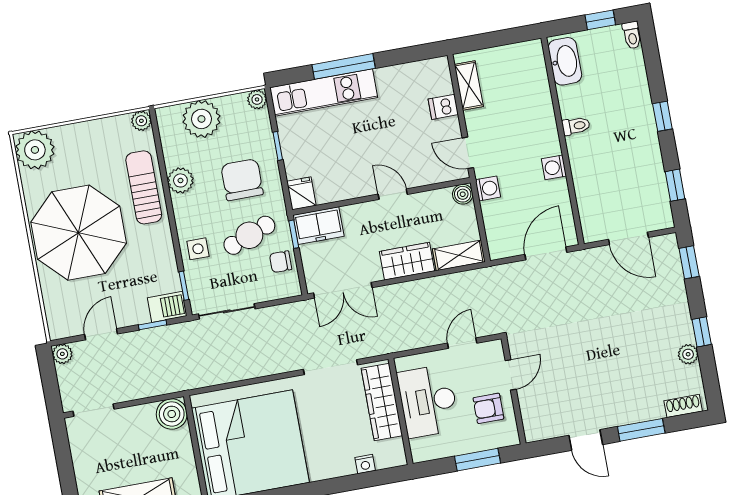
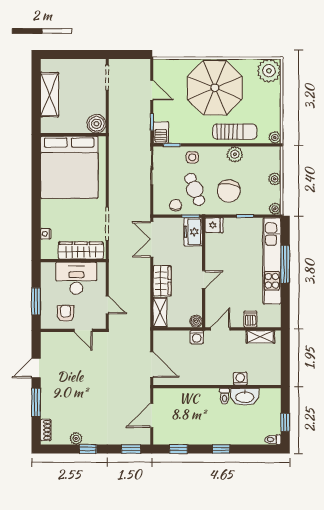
washbasin: (565, 61) -> (245, 397), moved
kitchen unit: (324, 93) -> (272, 261), width x1.36
plant: (201, 119) -> (275, 179), width x0.53, depth x0.53
washing machine: (554, 167) -> (240, 379), moved
chair: (242, 180) -> (229, 191), turned 98
plant: (62, 354) -> (144, 65), removed

